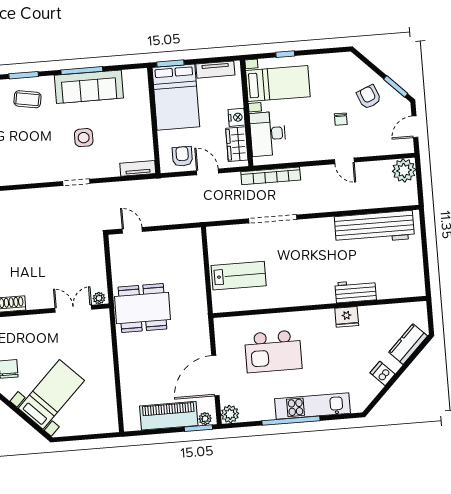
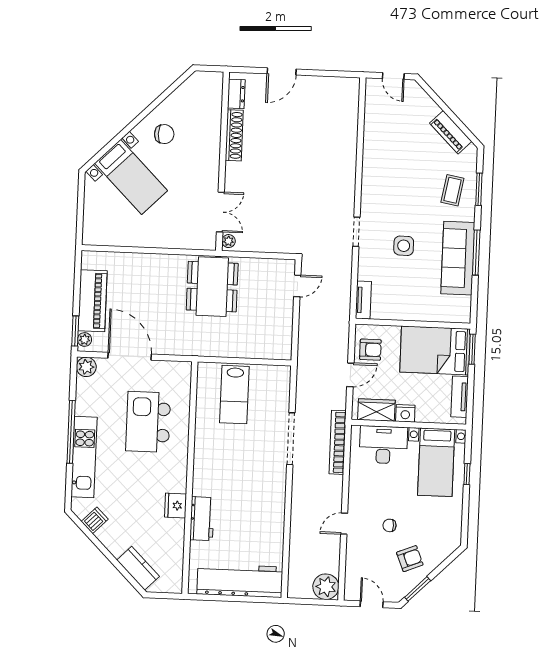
workbench: (374, 228) -> (240, 581), moved, turned 90
dishwasher: (383, 373) -> (95, 520), moved

